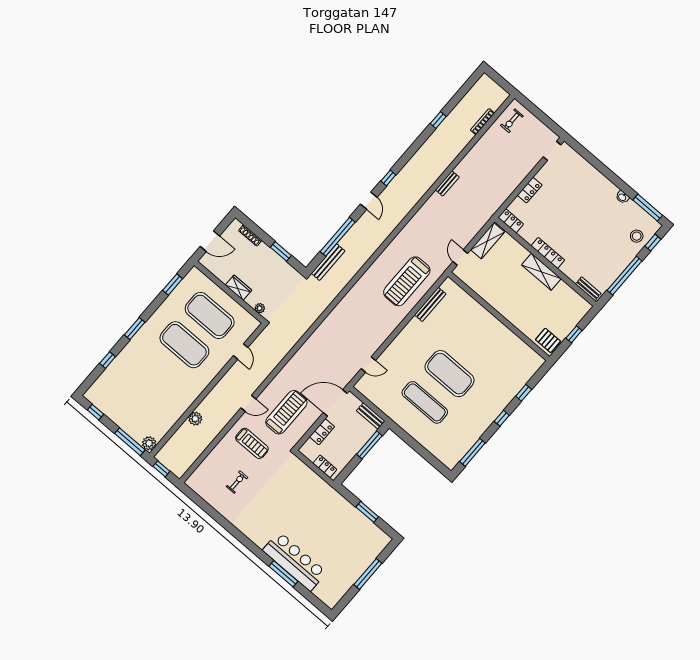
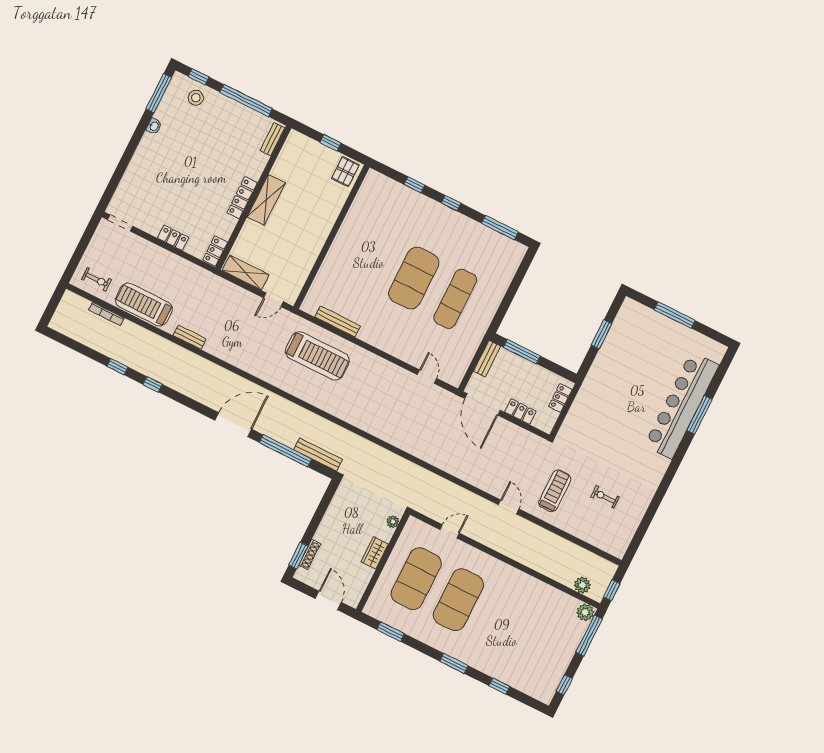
window: (388, 178) -> (153, 384), moved
door: (369, 201) -> (233, 425), width x1.87
window: (281, 251) -> (298, 556), moved
treadmill: (286, 412) -> (144, 304), moved
plant: (195, 419) -> (582, 585), moved
bar counter: (295, 561) -> (682, 405), width x1.36

